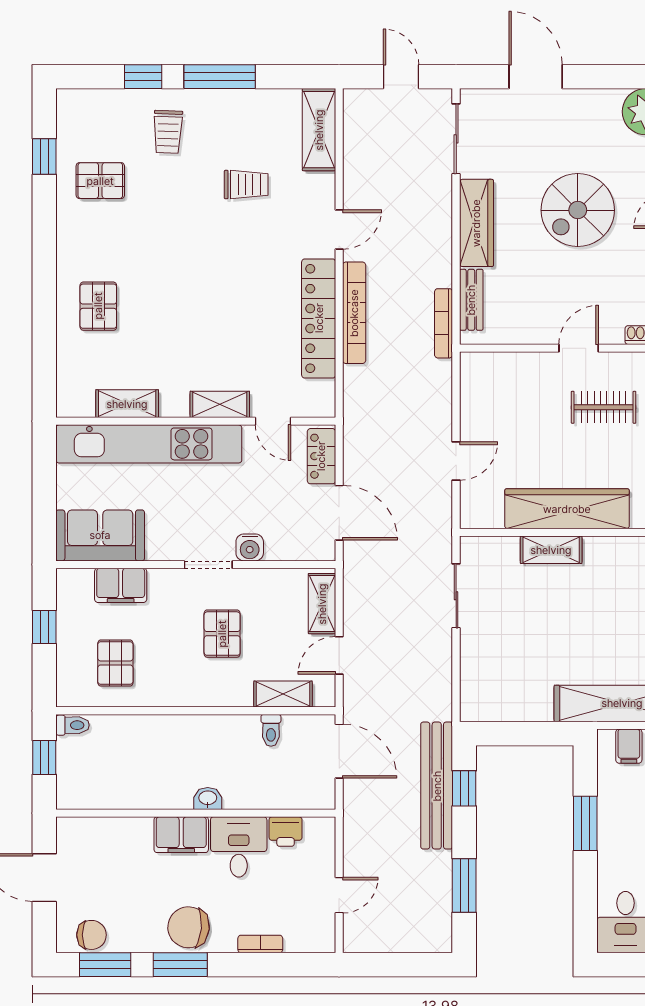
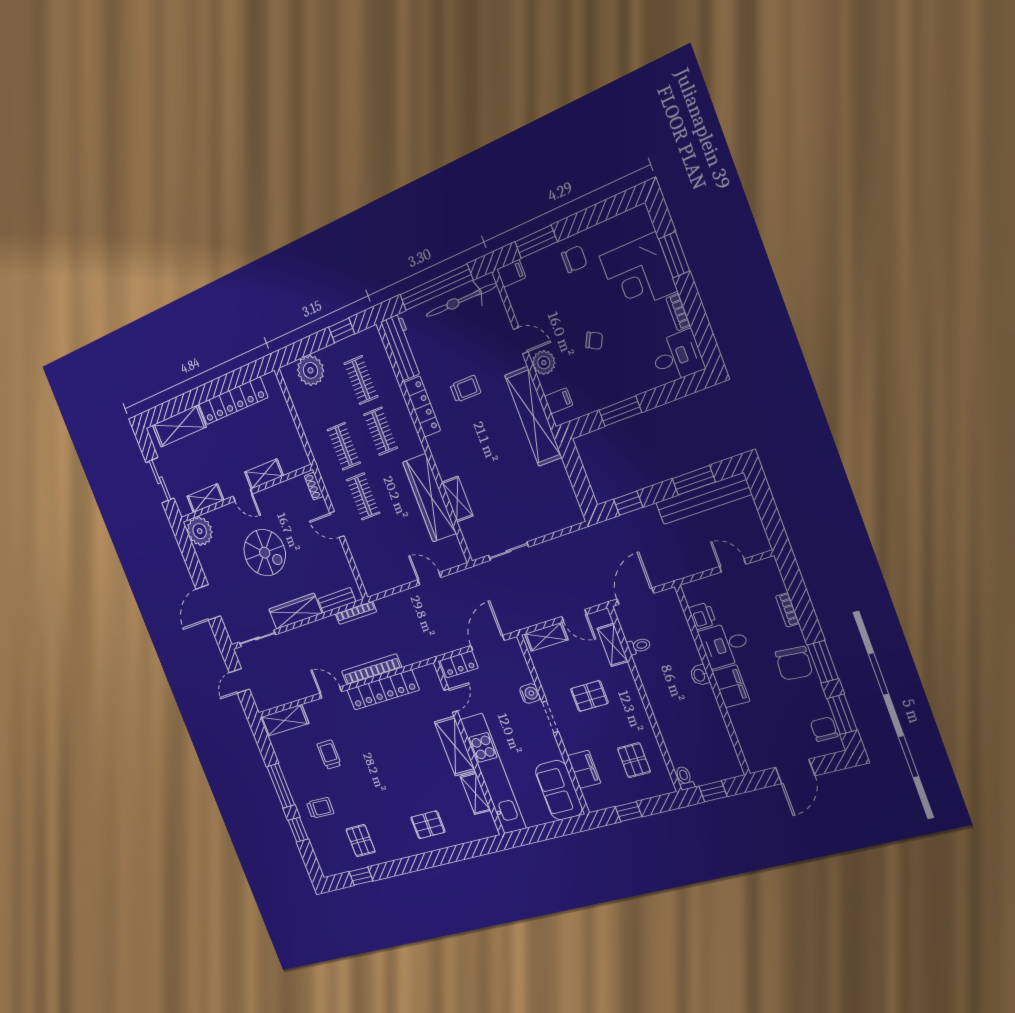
shelving: (220, 404) -> (455, 746), width x1.50, depth x1.33
pallet: (115, 663) -> (634, 760), turned 90
bench: (437, 786) -> (703, 499), moved

